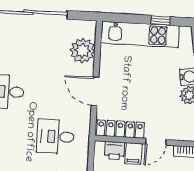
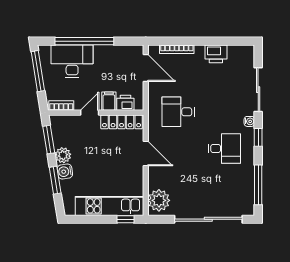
window: (161, 20) -> (125, 219), moved
plant: (83, 51) -> (159, 200), moved
desk: (55, 137) -> (178, 112), turned 180

